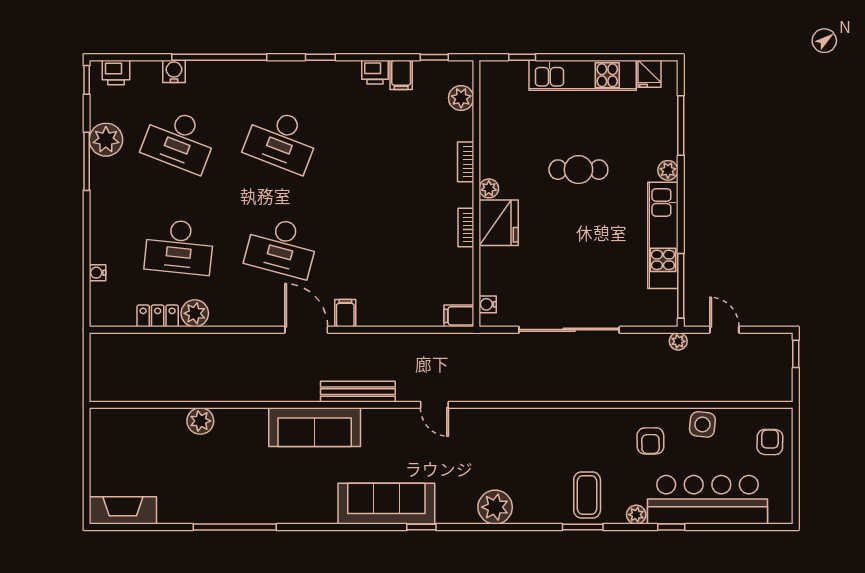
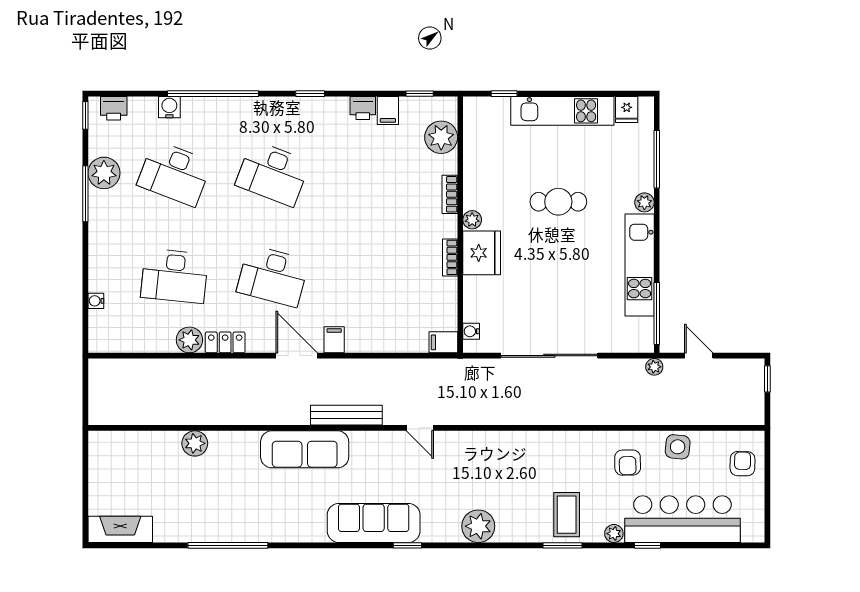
plant: (461, 98) -> (441, 137), width x1.36, depth x1.36
locker: (158, 316) -> (225, 342), moved

